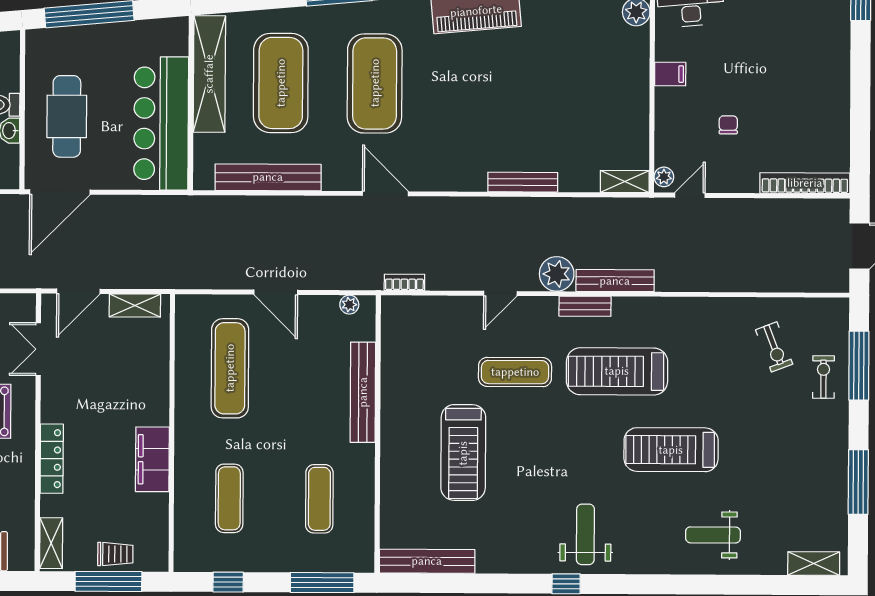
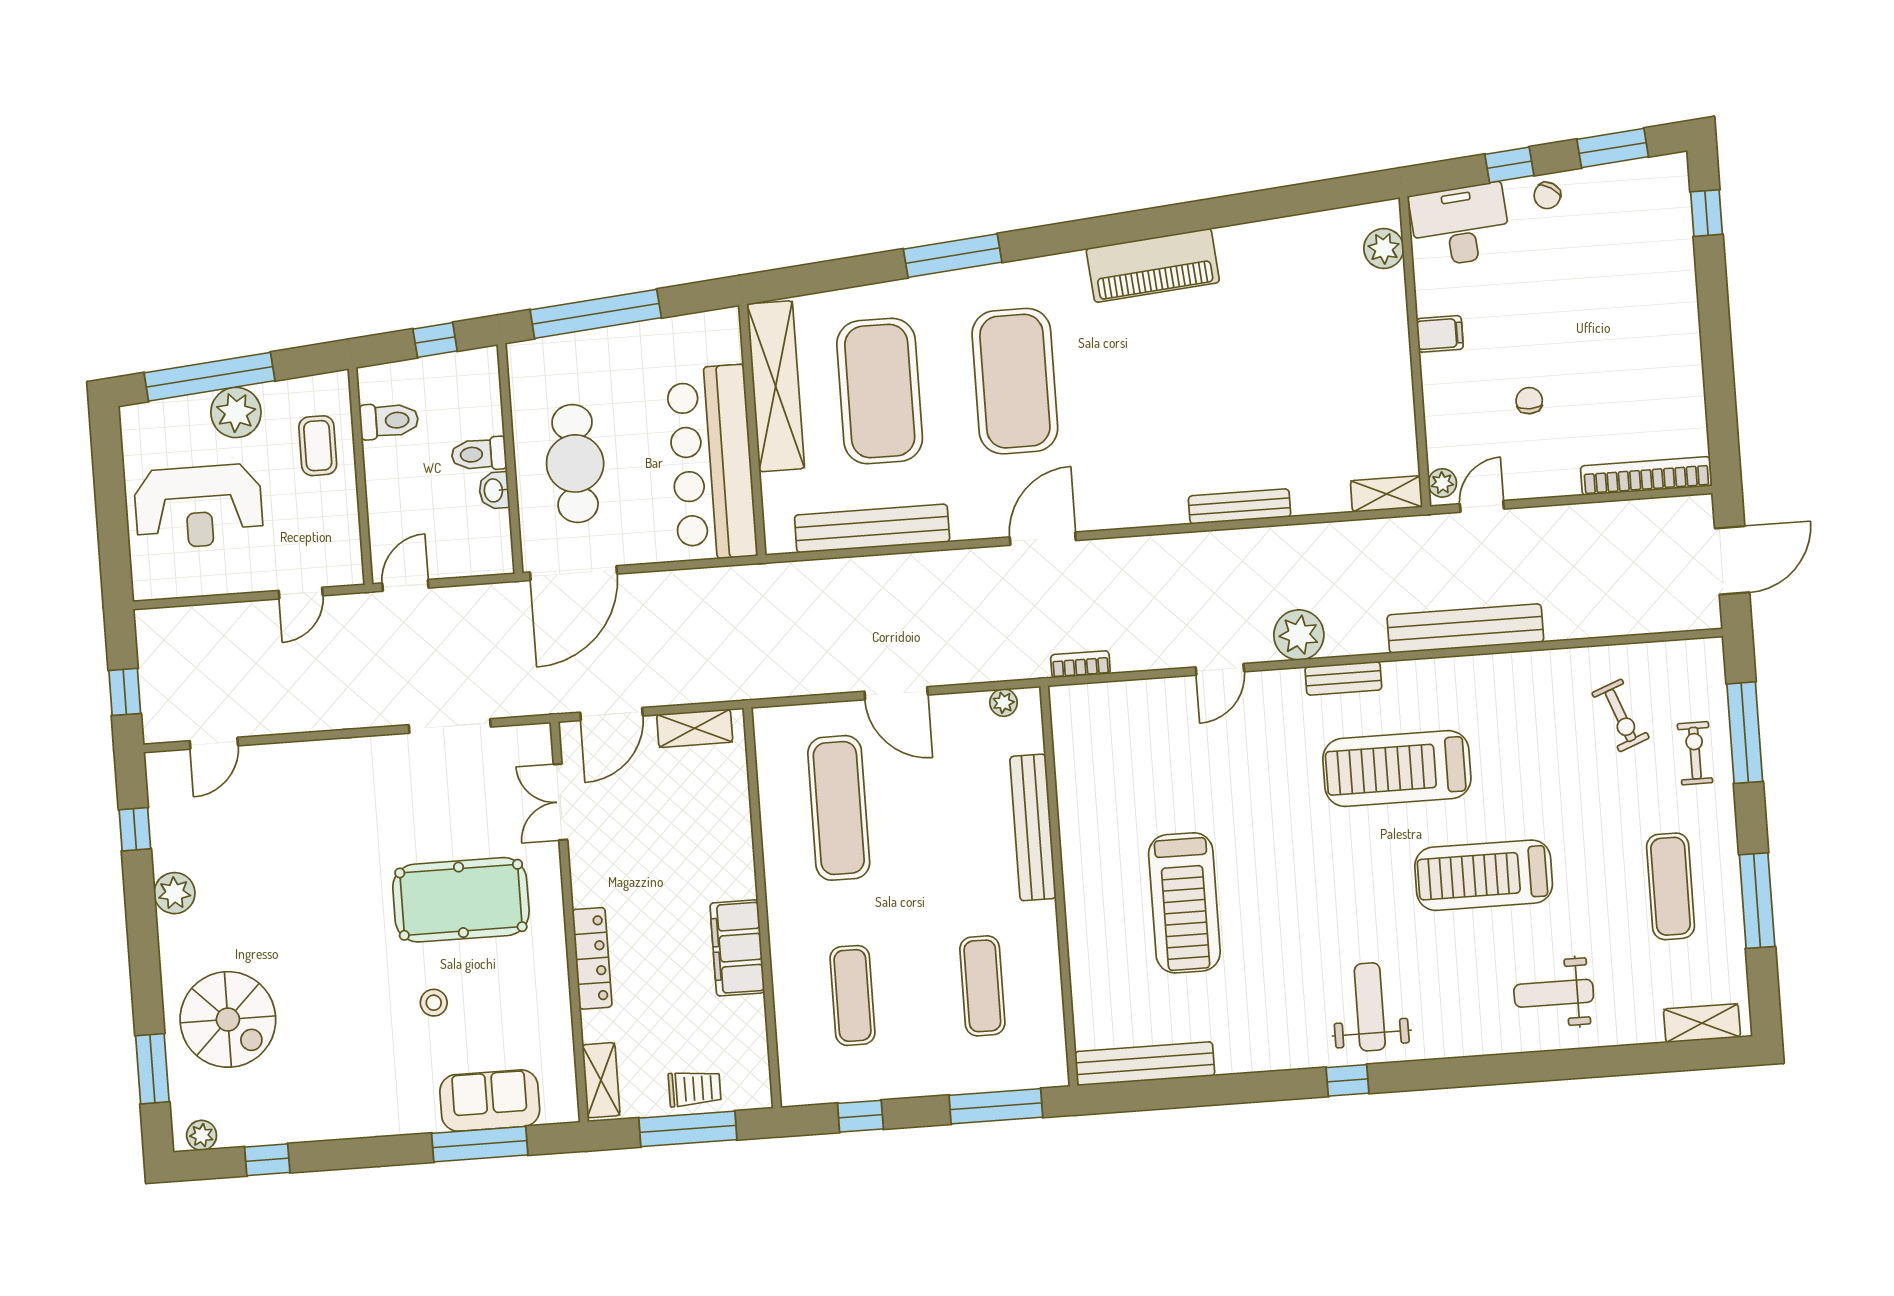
door: (385, 194) -> (1043, 539), hinge flipped
bench: (615, 281) -> (1465, 628), moved, width x1.37, depth x1.21
exercise mat: (515, 372) -> (1671, 886), moved, turned 90

